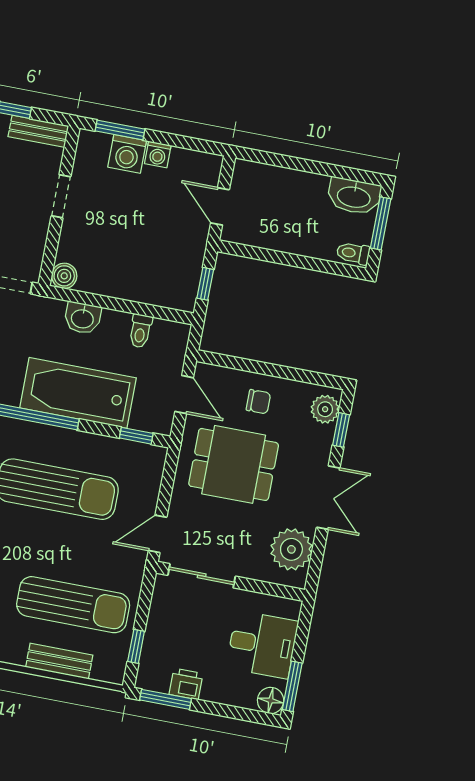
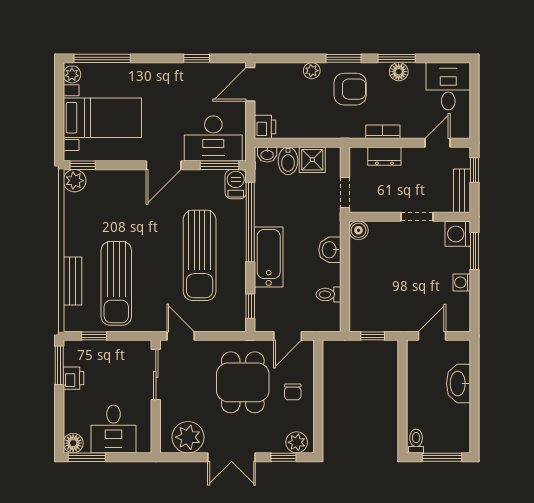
washing machine: (127, 154) -> (458, 234), moved
washbasin: (354, 196) -> (458, 383), moved
bathtub: (78, 393) -> (269, 257), width x0.73, depth x0.73

